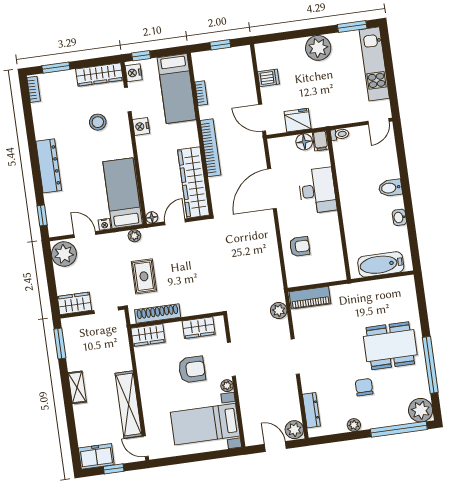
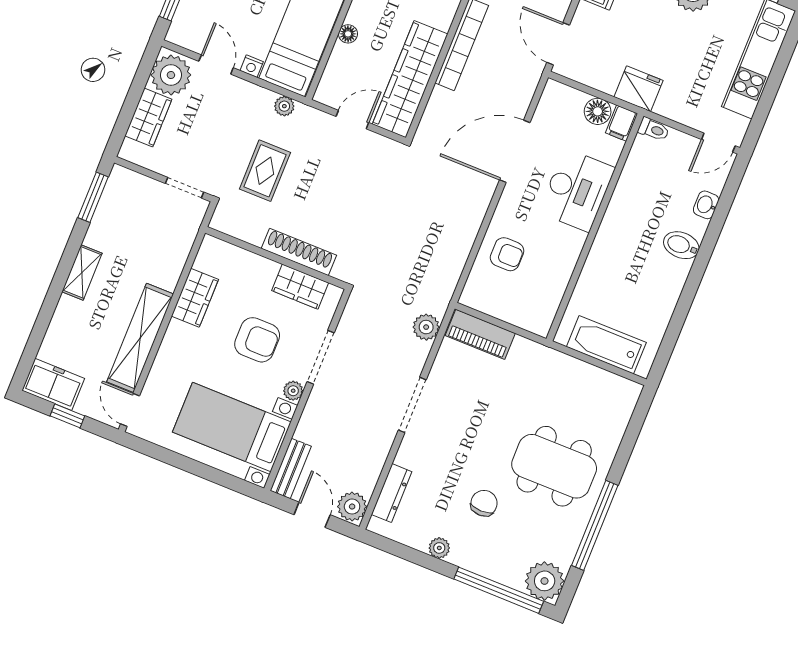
fridge: (298, 120) -> (639, 89), moved
floor lamp: (152, 217) -> (348, 34), moved
washbasin: (399, 217) -> (706, 205), moved
wardrobe: (74, 303) -> (148, 118), moved, turned 90
shoe rack: (158, 314) -> (299, 252), moved
wardrobe: (148, 335) -> (195, 298), moved, turned -90
bench: (250, 428) -> (291, 468), added

